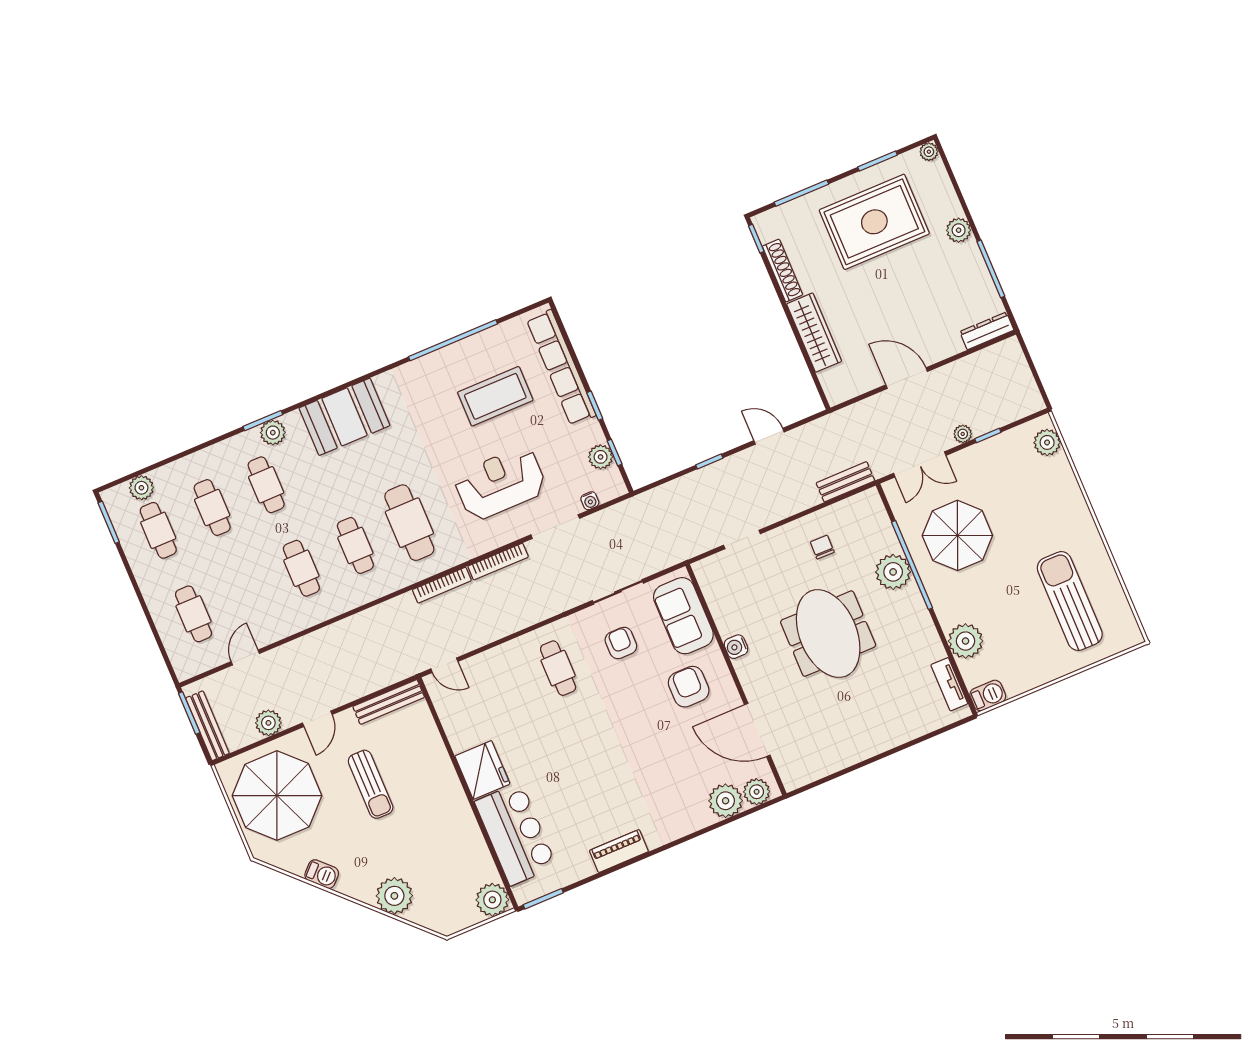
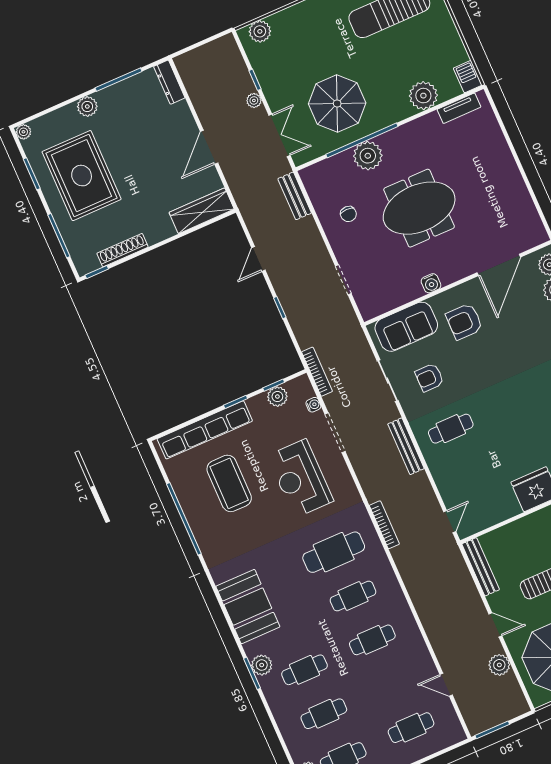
wardrobe: (814, 333) -> (202, 211), moved
chair: (822, 547) -> (348, 214), turned -91
bookcase: (498, 562) -> (317, 372), moved
bench: (207, 726) -> (406, 446), moved, turned 90

